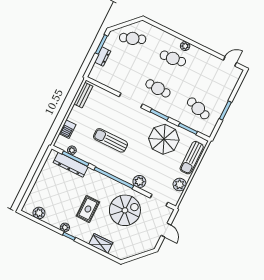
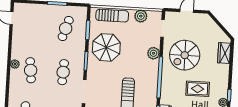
spiral stairs: (125, 210) -> (185, 55), turned -90
wardrobe: (101, 243) -> (224, 53), moved

